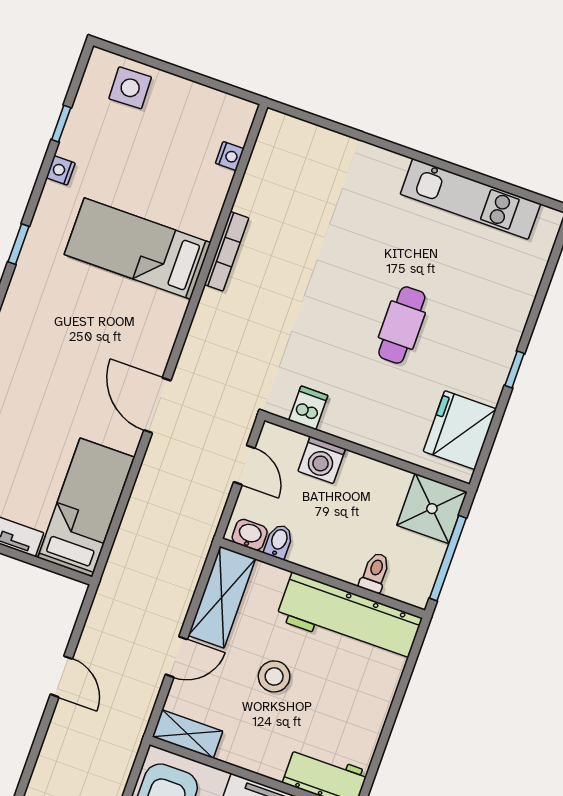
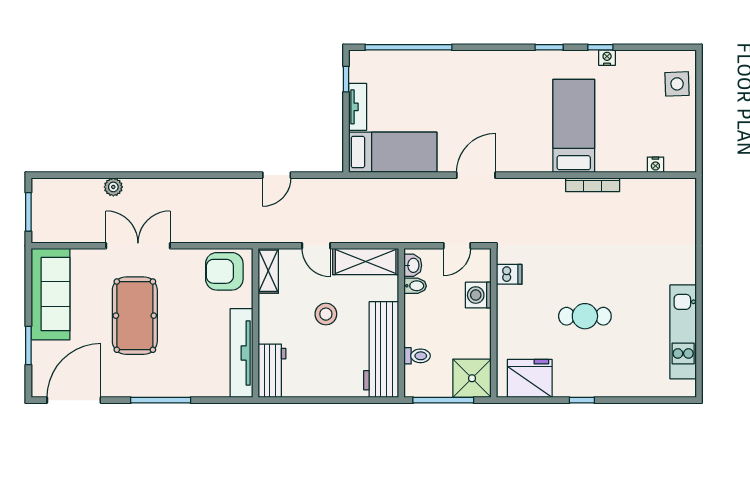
window: (61, 124) -> (600, 47), moved

